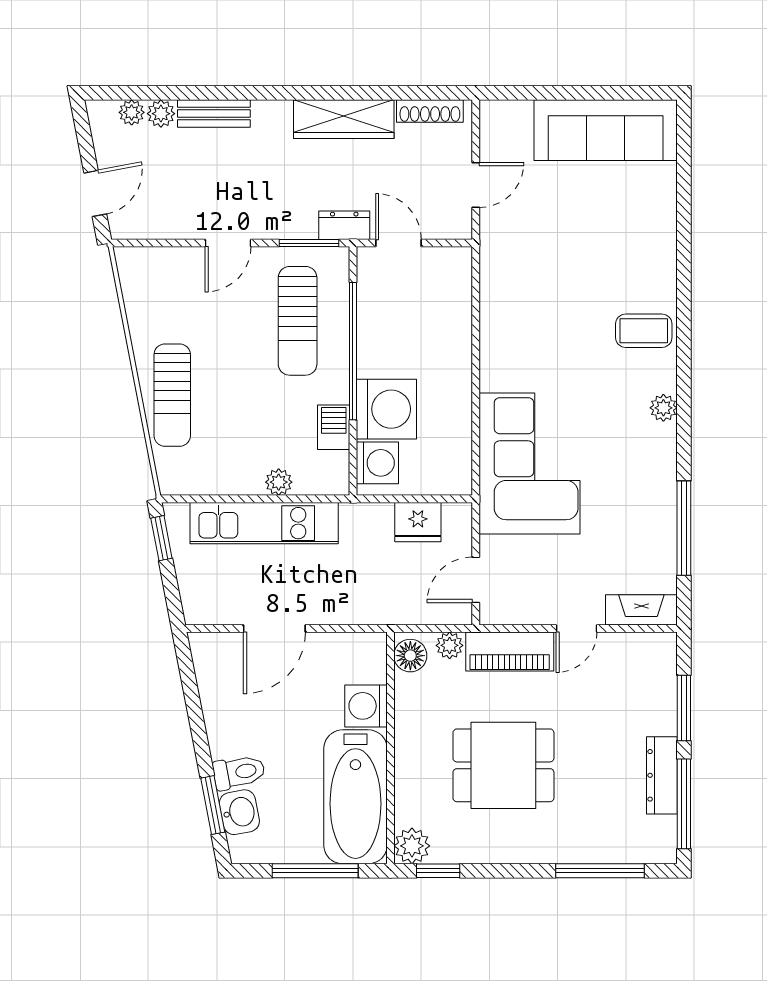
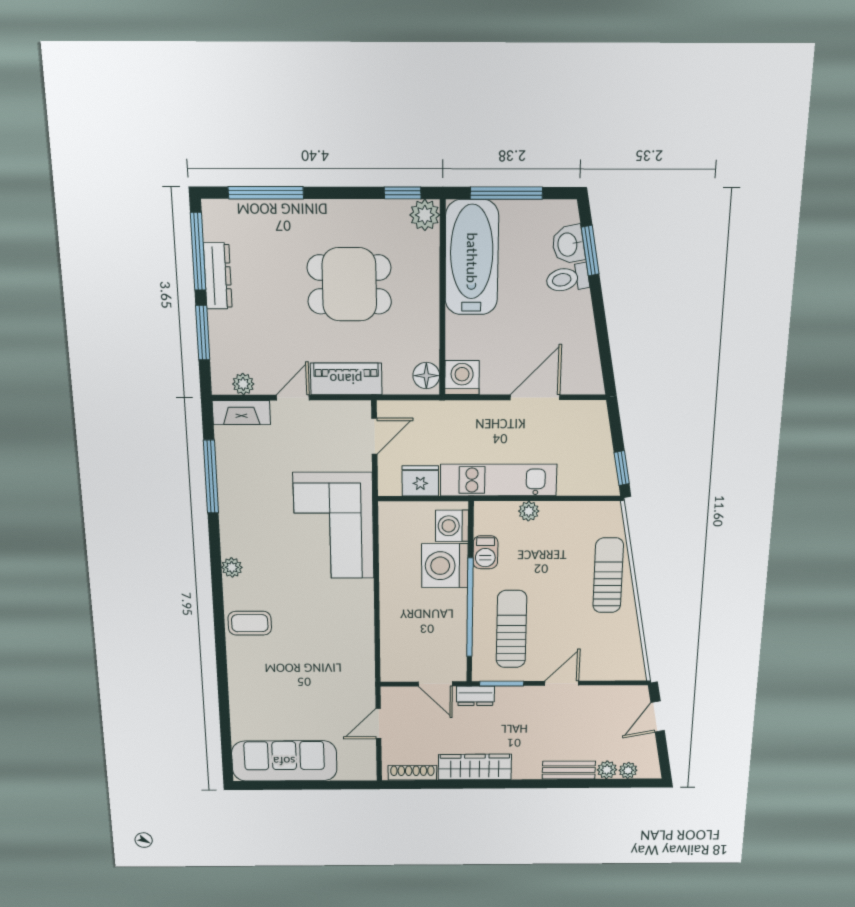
kitchen unit: (264, 523) -> (499, 480), moved
plant: (450, 645) -> (243, 384), moved
washing machine: (366, 706) -> (462, 378), moved, turned -90

